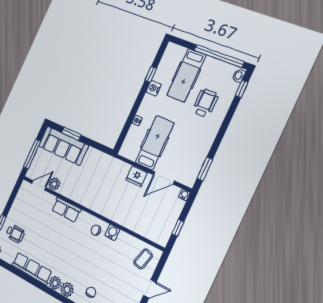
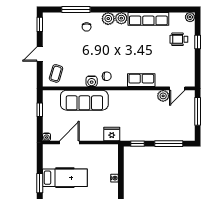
window: (71, 134) -> (169, 144), width x1.44
hospital bed: (155, 143) -> (65, 178), moved, turned -90
sofa: (63, 146) -> (84, 100), moved, turned 180
window: (99, 147) -> (138, 144), added
window: (205, 169) -> (40, 183), moved
fridge: (137, 176) -> (112, 134), moved

